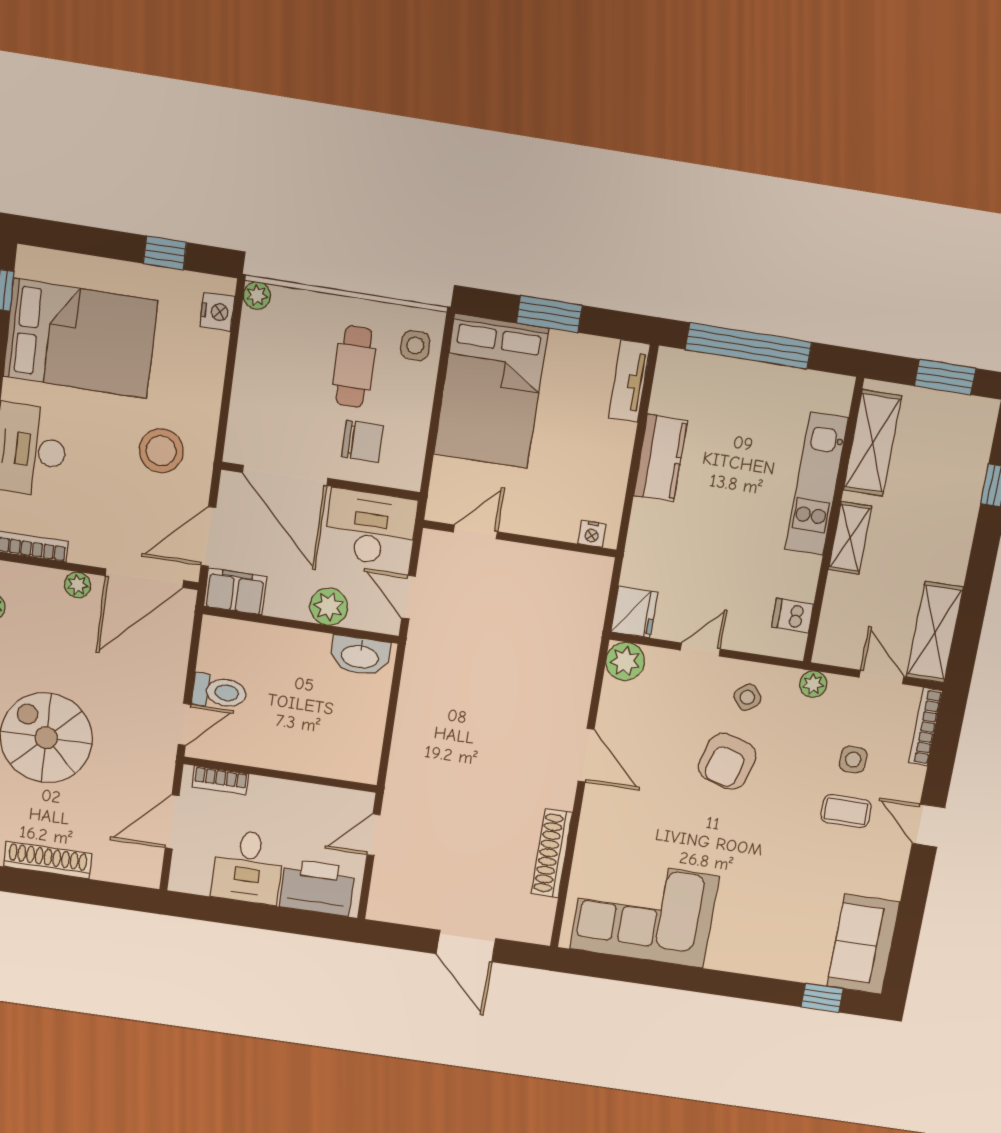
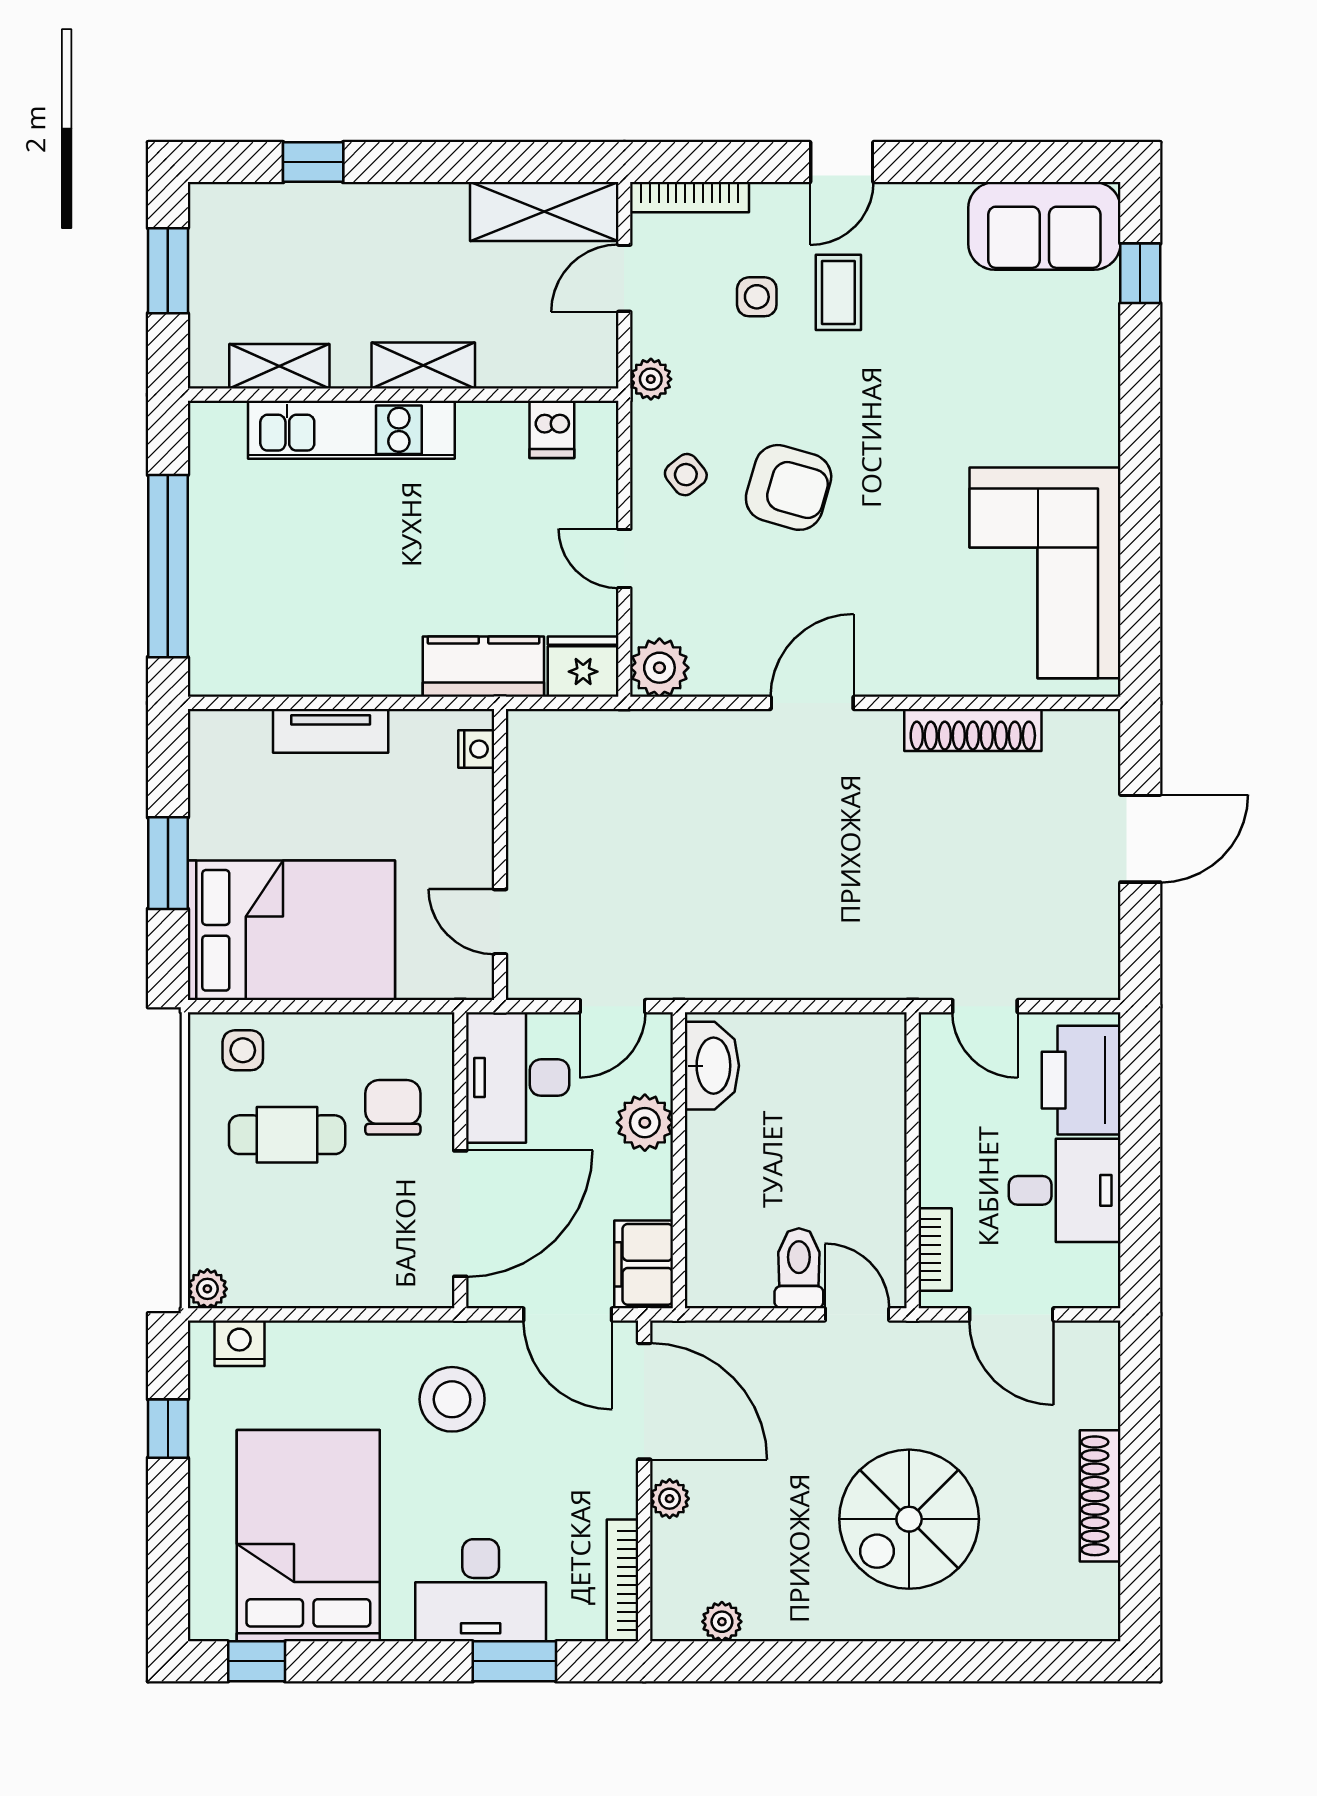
tv unit: (629, 381) -> (331, 731), moved
shelving: (872, 443) -> (279, 366), width x0.67, depth x0.75
kitchen counter: (660, 458) -> (483, 667), moved

